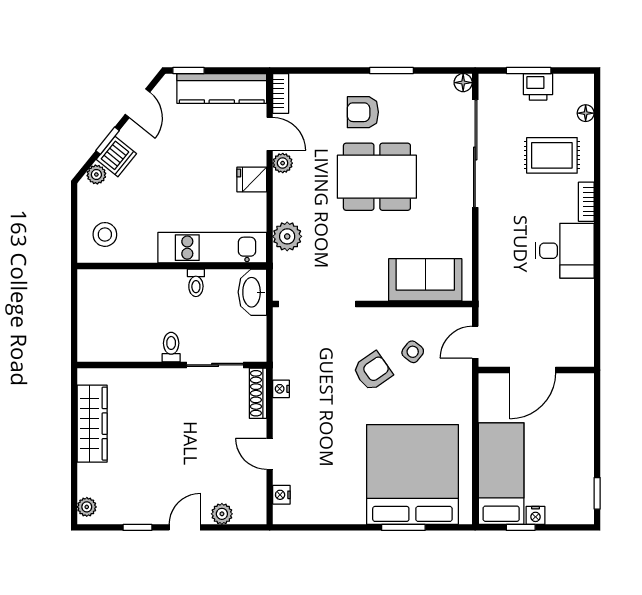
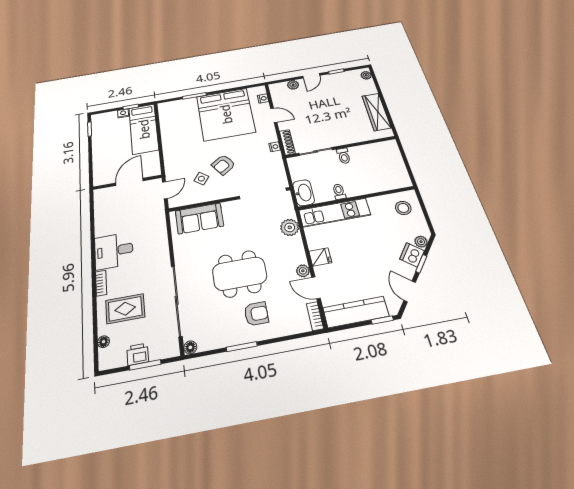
bed: (412, 475) -> (226, 114), moved

